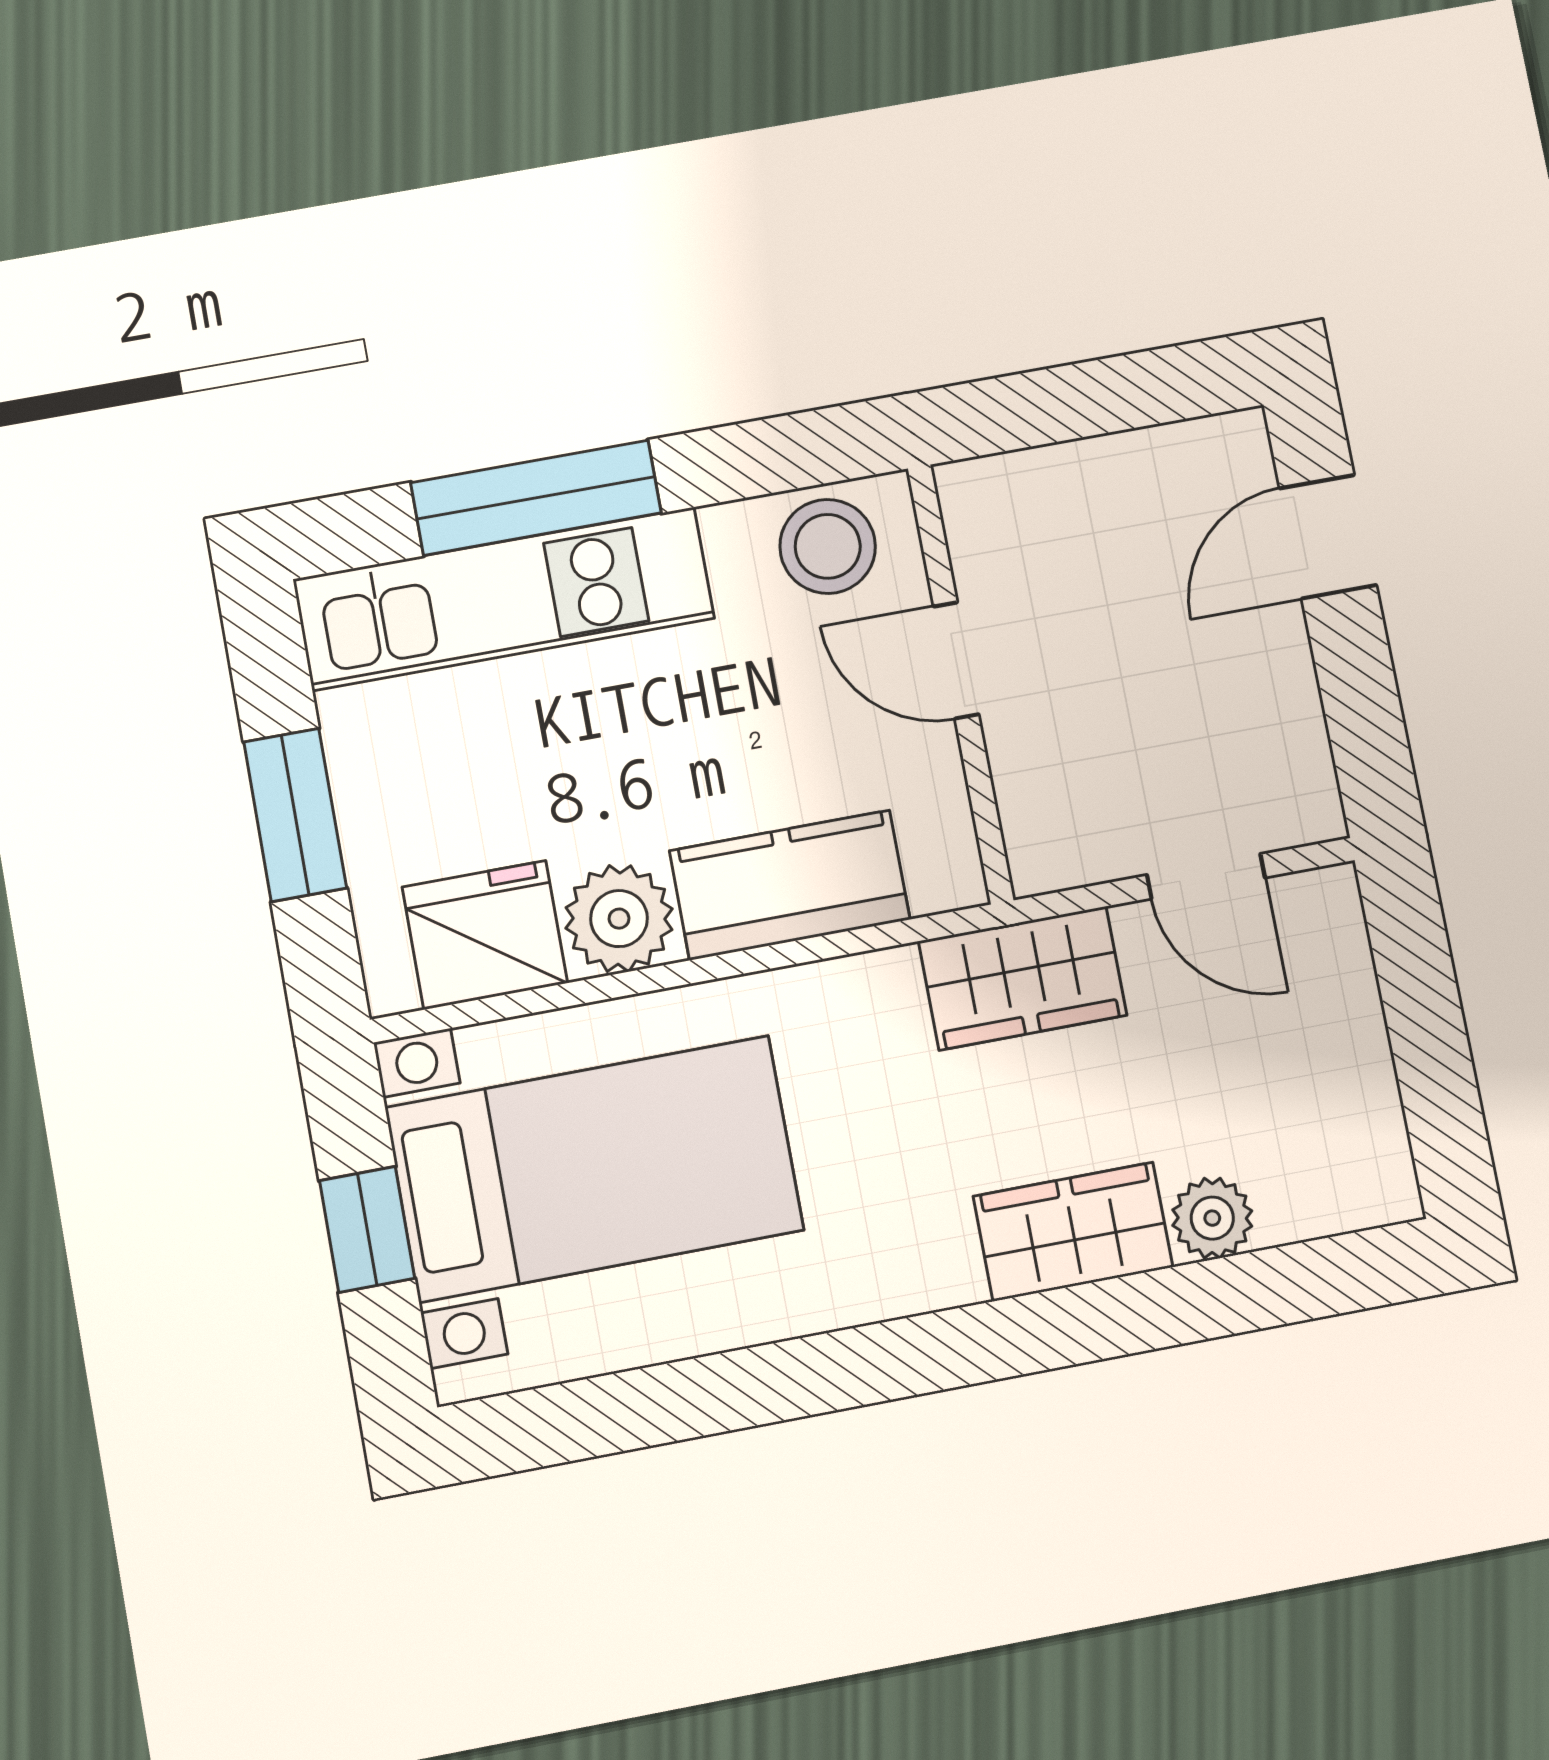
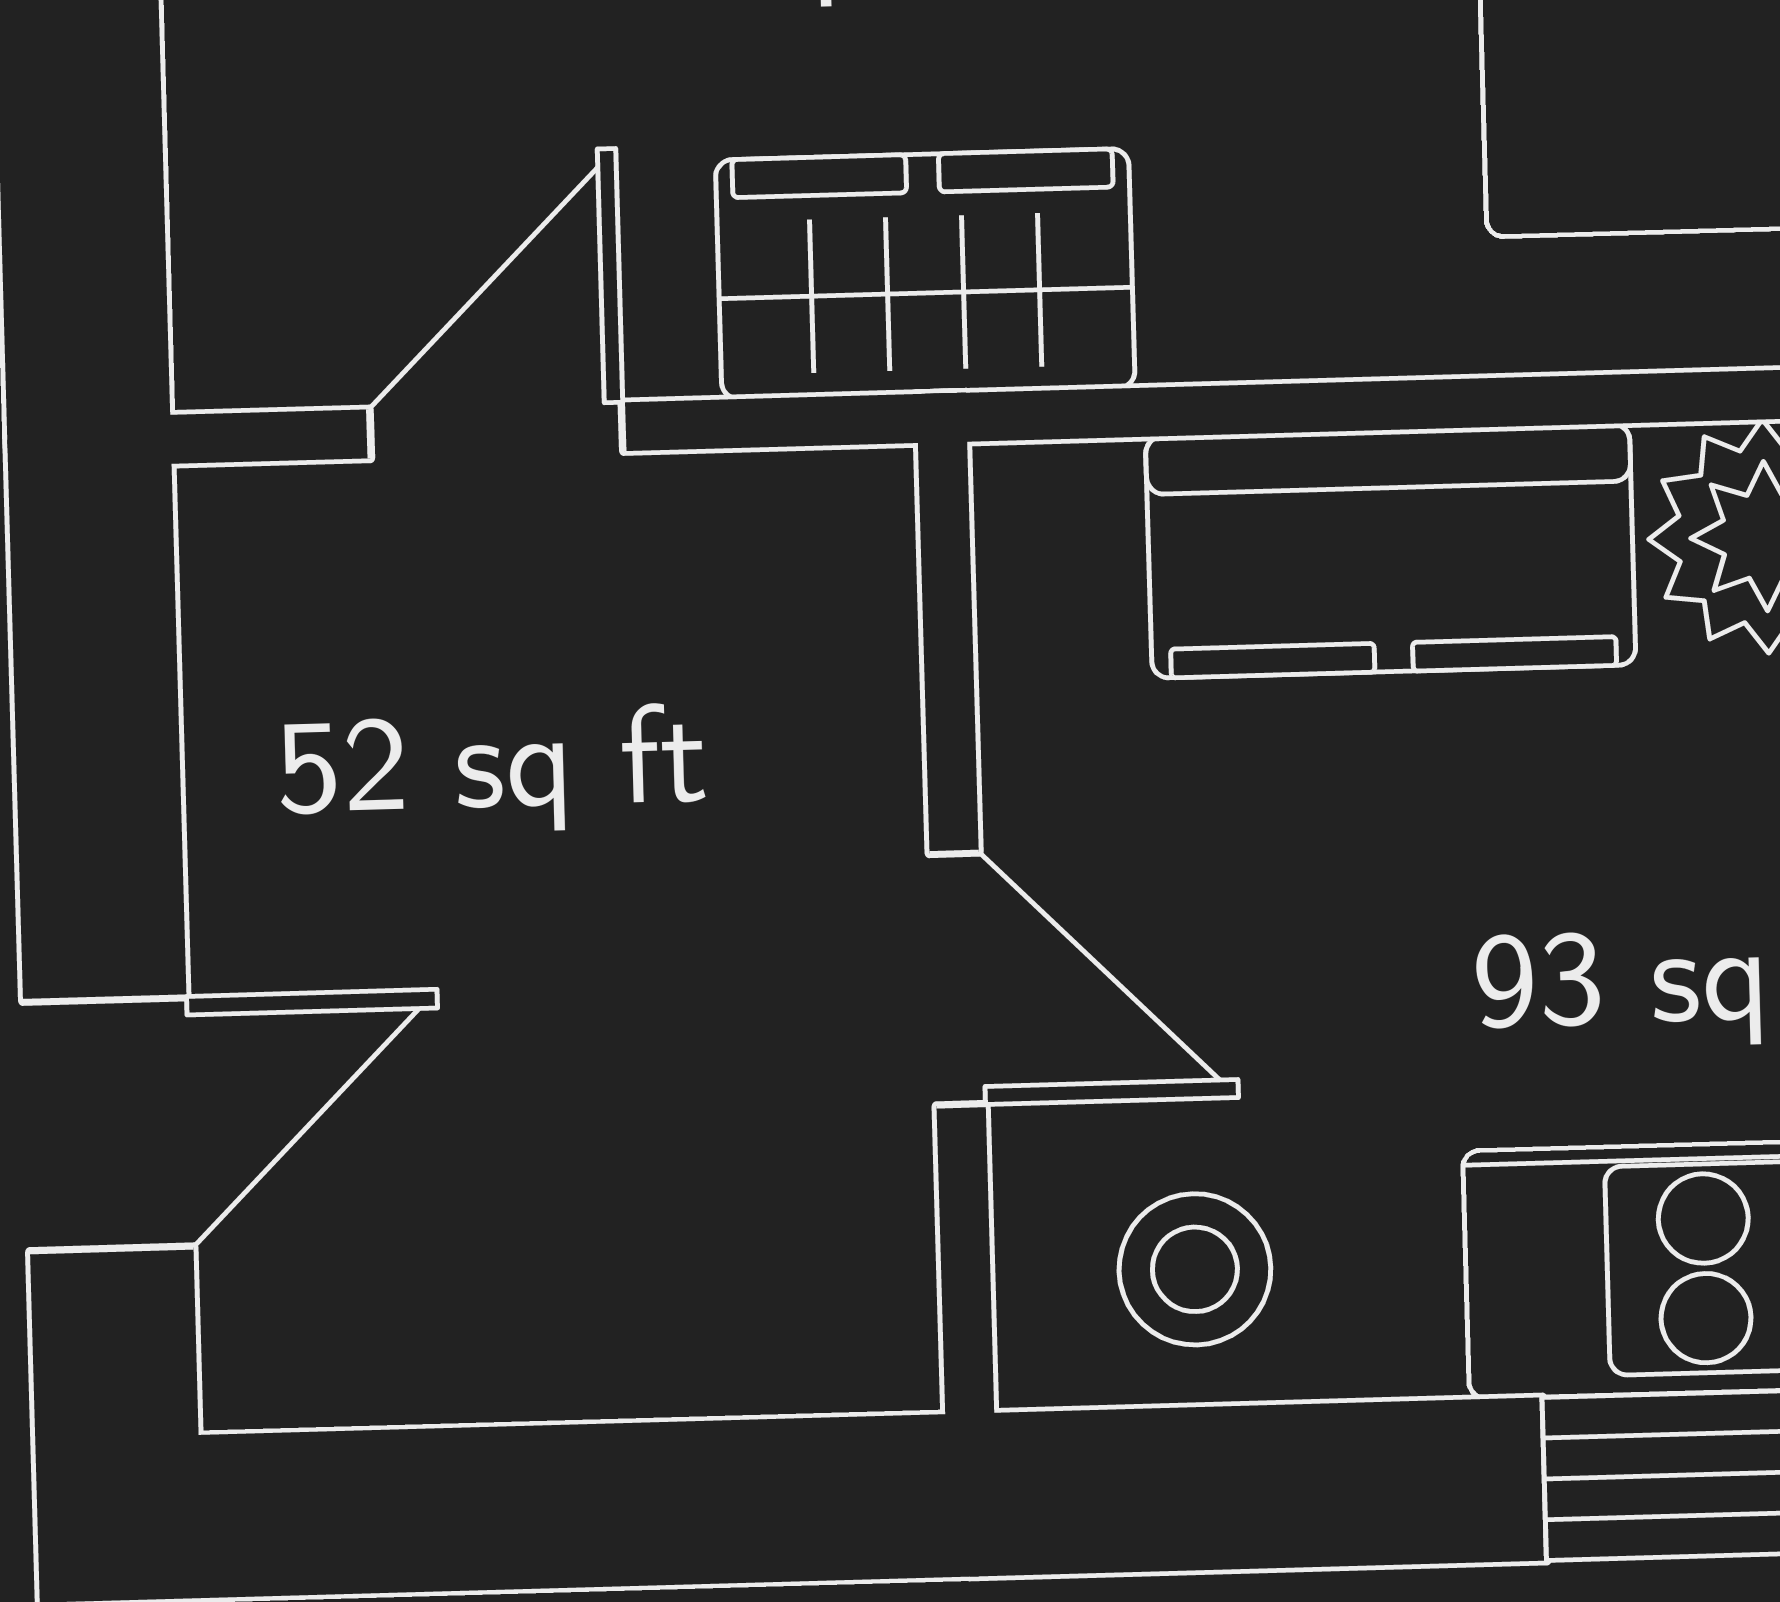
stool: (828, 546) -> (1195, 1269), width x0.73, depth x0.73
door: (1206, 876) -> (496, 430), hinge flipped

